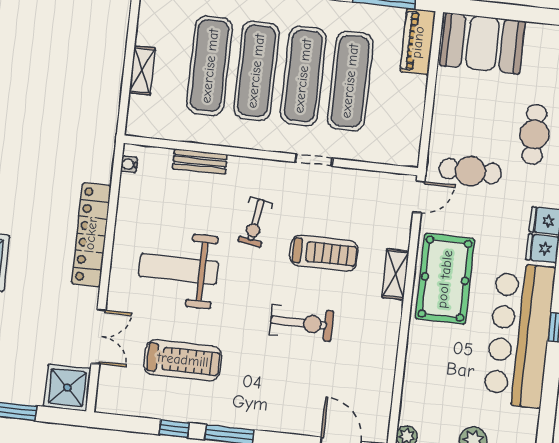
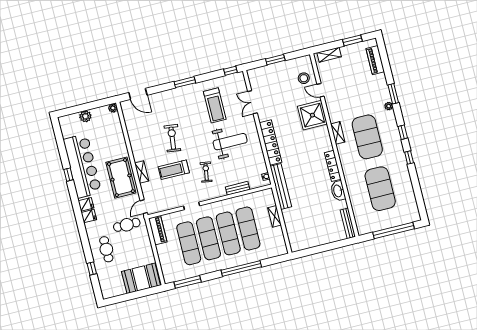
piano: (418, 42) -> (158, 230), moved
bench: (104, 130) -> (281, 187), added
exercise bike: (301, 323) -> (172, 138), turned 97
treadmill: (183, 360) -> (215, 105), turned -90
shower: (67, 388) -> (257, 77), removed
window: (174, 429) -> (230, 71), moved

